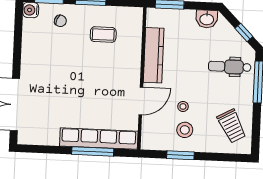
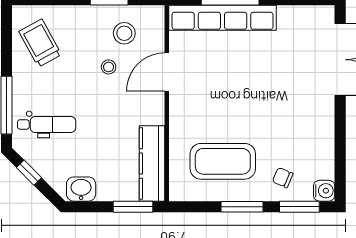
coffee table: (103, 35) -> (223, 161), width x1.86, depth x1.72
kitchen counter: (154, 55) -> (152, 163), moved
stool: (185, 130) -> (124, 33), moved

